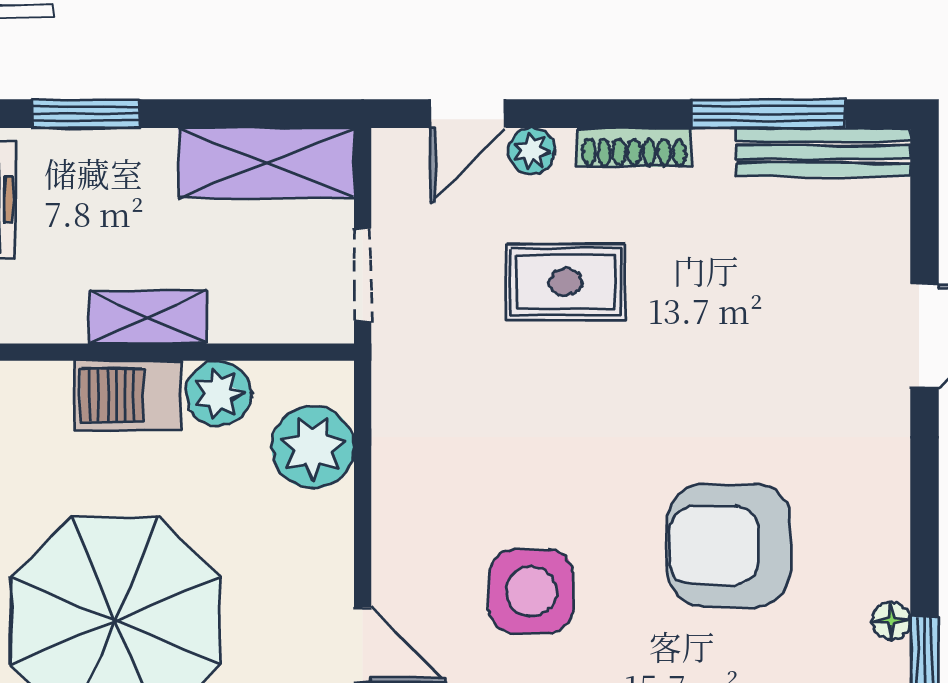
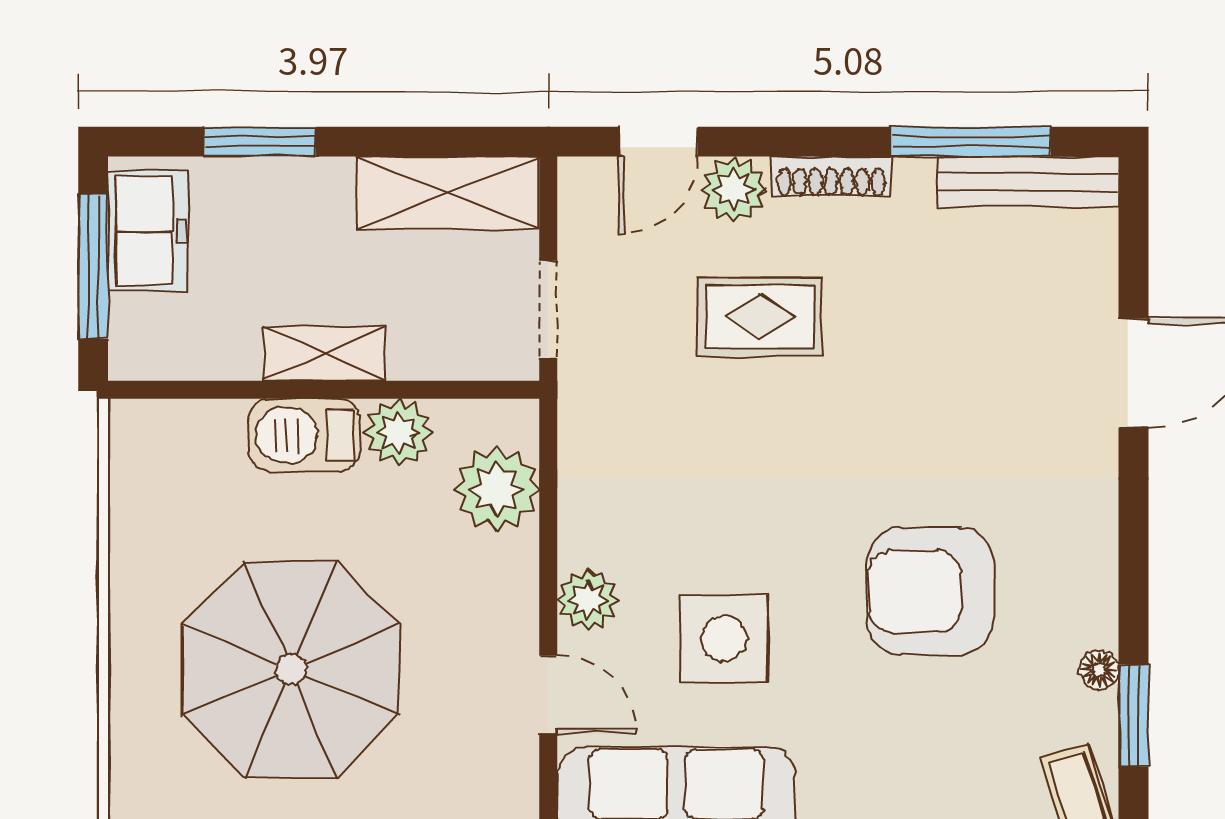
plant: (532, 151) -> (734, 190), width x1.38, depth x1.38
plant: (401, 554) -> (588, 600), added

